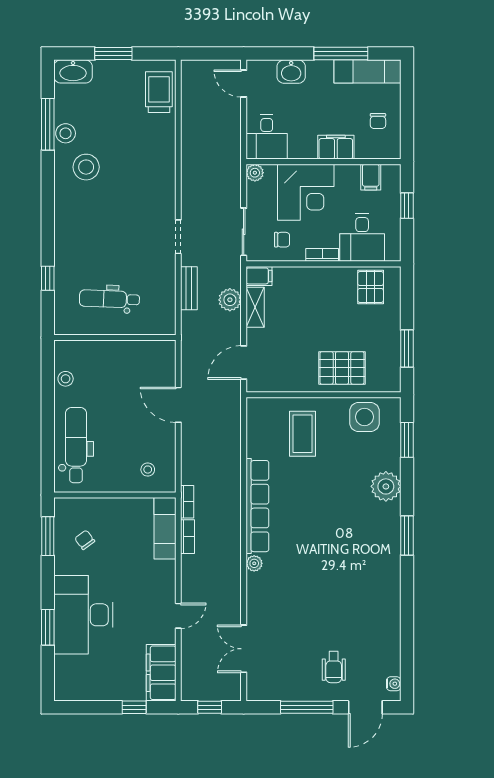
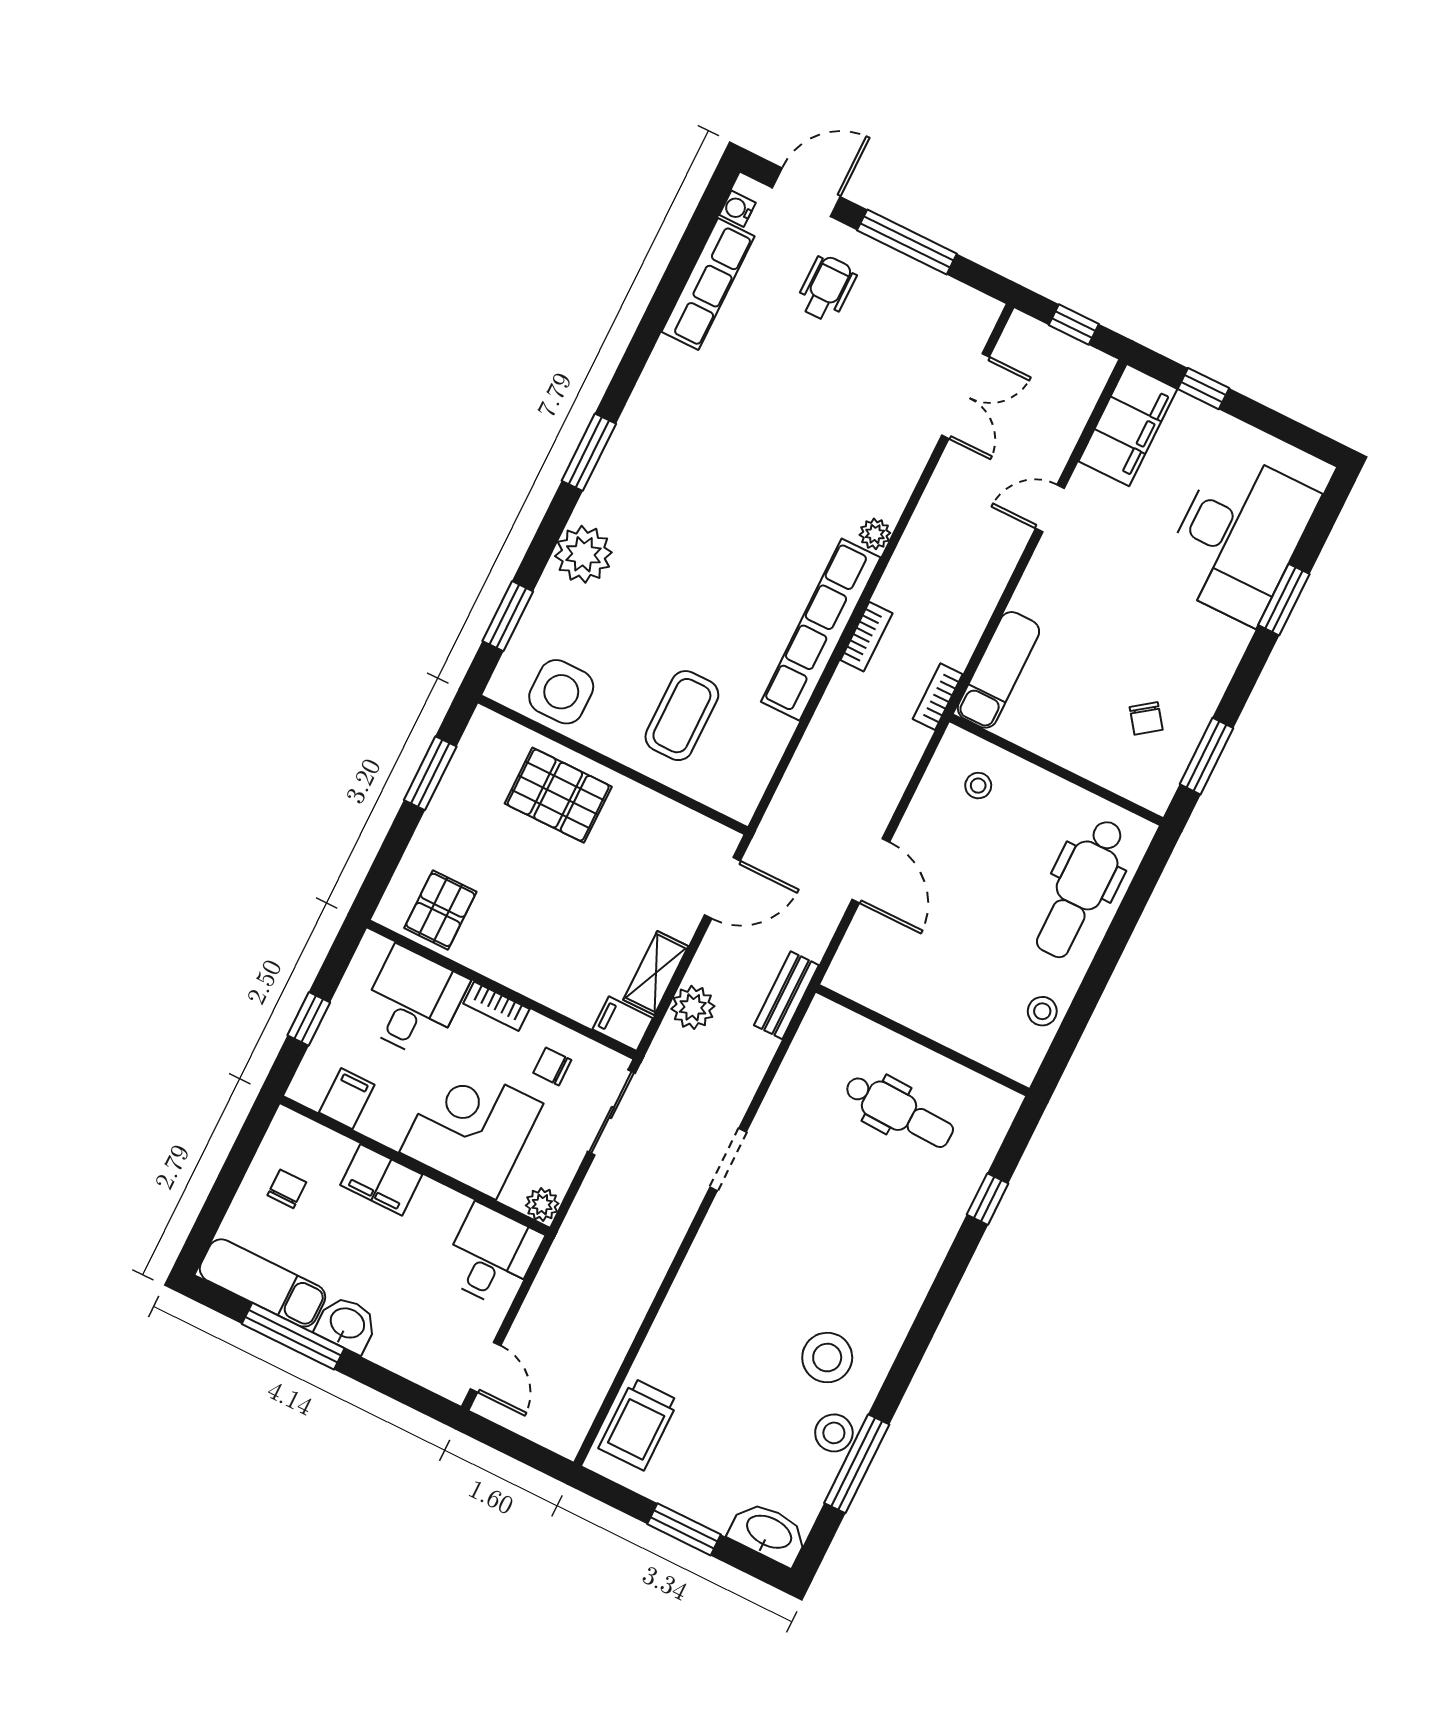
washbasin: (291, 72) -> (347, 1324), moved
bench: (189, 288) -> (786, 995), moved
bookcase: (188, 537) -> (866, 637), moved, turned 180
desk: (83, 615) -> (1239, 537), moved
row of seats: (390, 642) -> (708, 284), added

